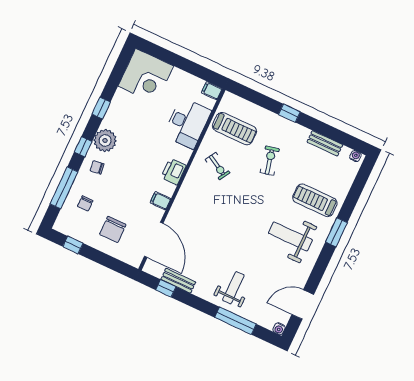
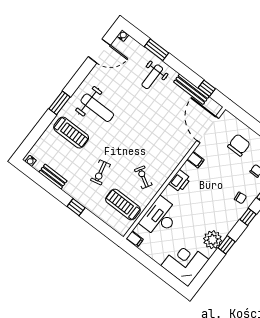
plant: (105, 141) -> (213, 240), moved
bench: (178, 281) -> (191, 89), width x1.36
window: (235, 321) -> (157, 50), width x0.69

